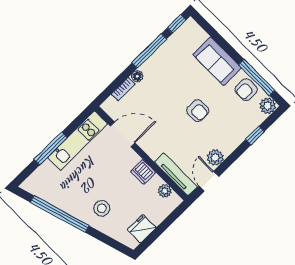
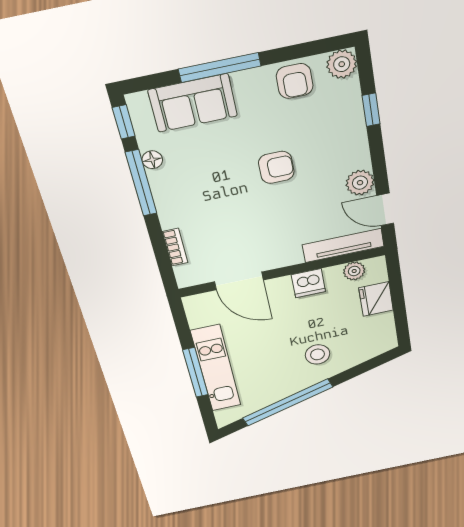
sofa: (217, 61) -> (193, 103), moved
floor lamp: (137, 76) -> (152, 160), moved
window: (257, 78) -> (220, 67), moved
door: (123, 134) -> (239, 281), swing flipped
kitchen unit: (78, 141) -> (216, 368), moved
fridge: (142, 229) -> (376, 299), moved

